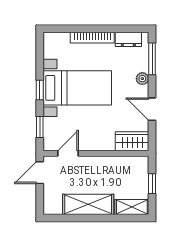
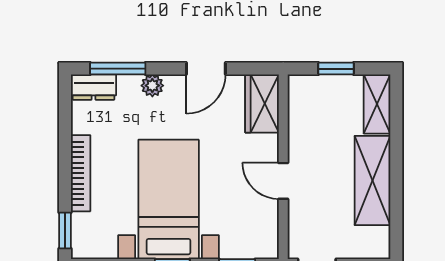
window: (59, 29) -> (65, 231), added
dresser: (128, 39) -> (94, 87), moved, turned 90
door: (68, 153) -> (283, 181), moved

